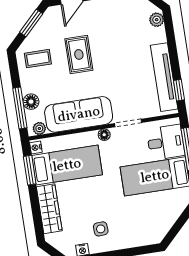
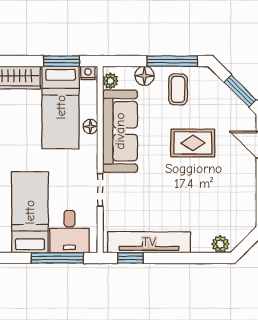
coffee table: (38, 59) -> (178, 89), moved
window: (20, 108) -> (172, 61), moved
floor lamp: (104, 135) -> (90, 126), moved

